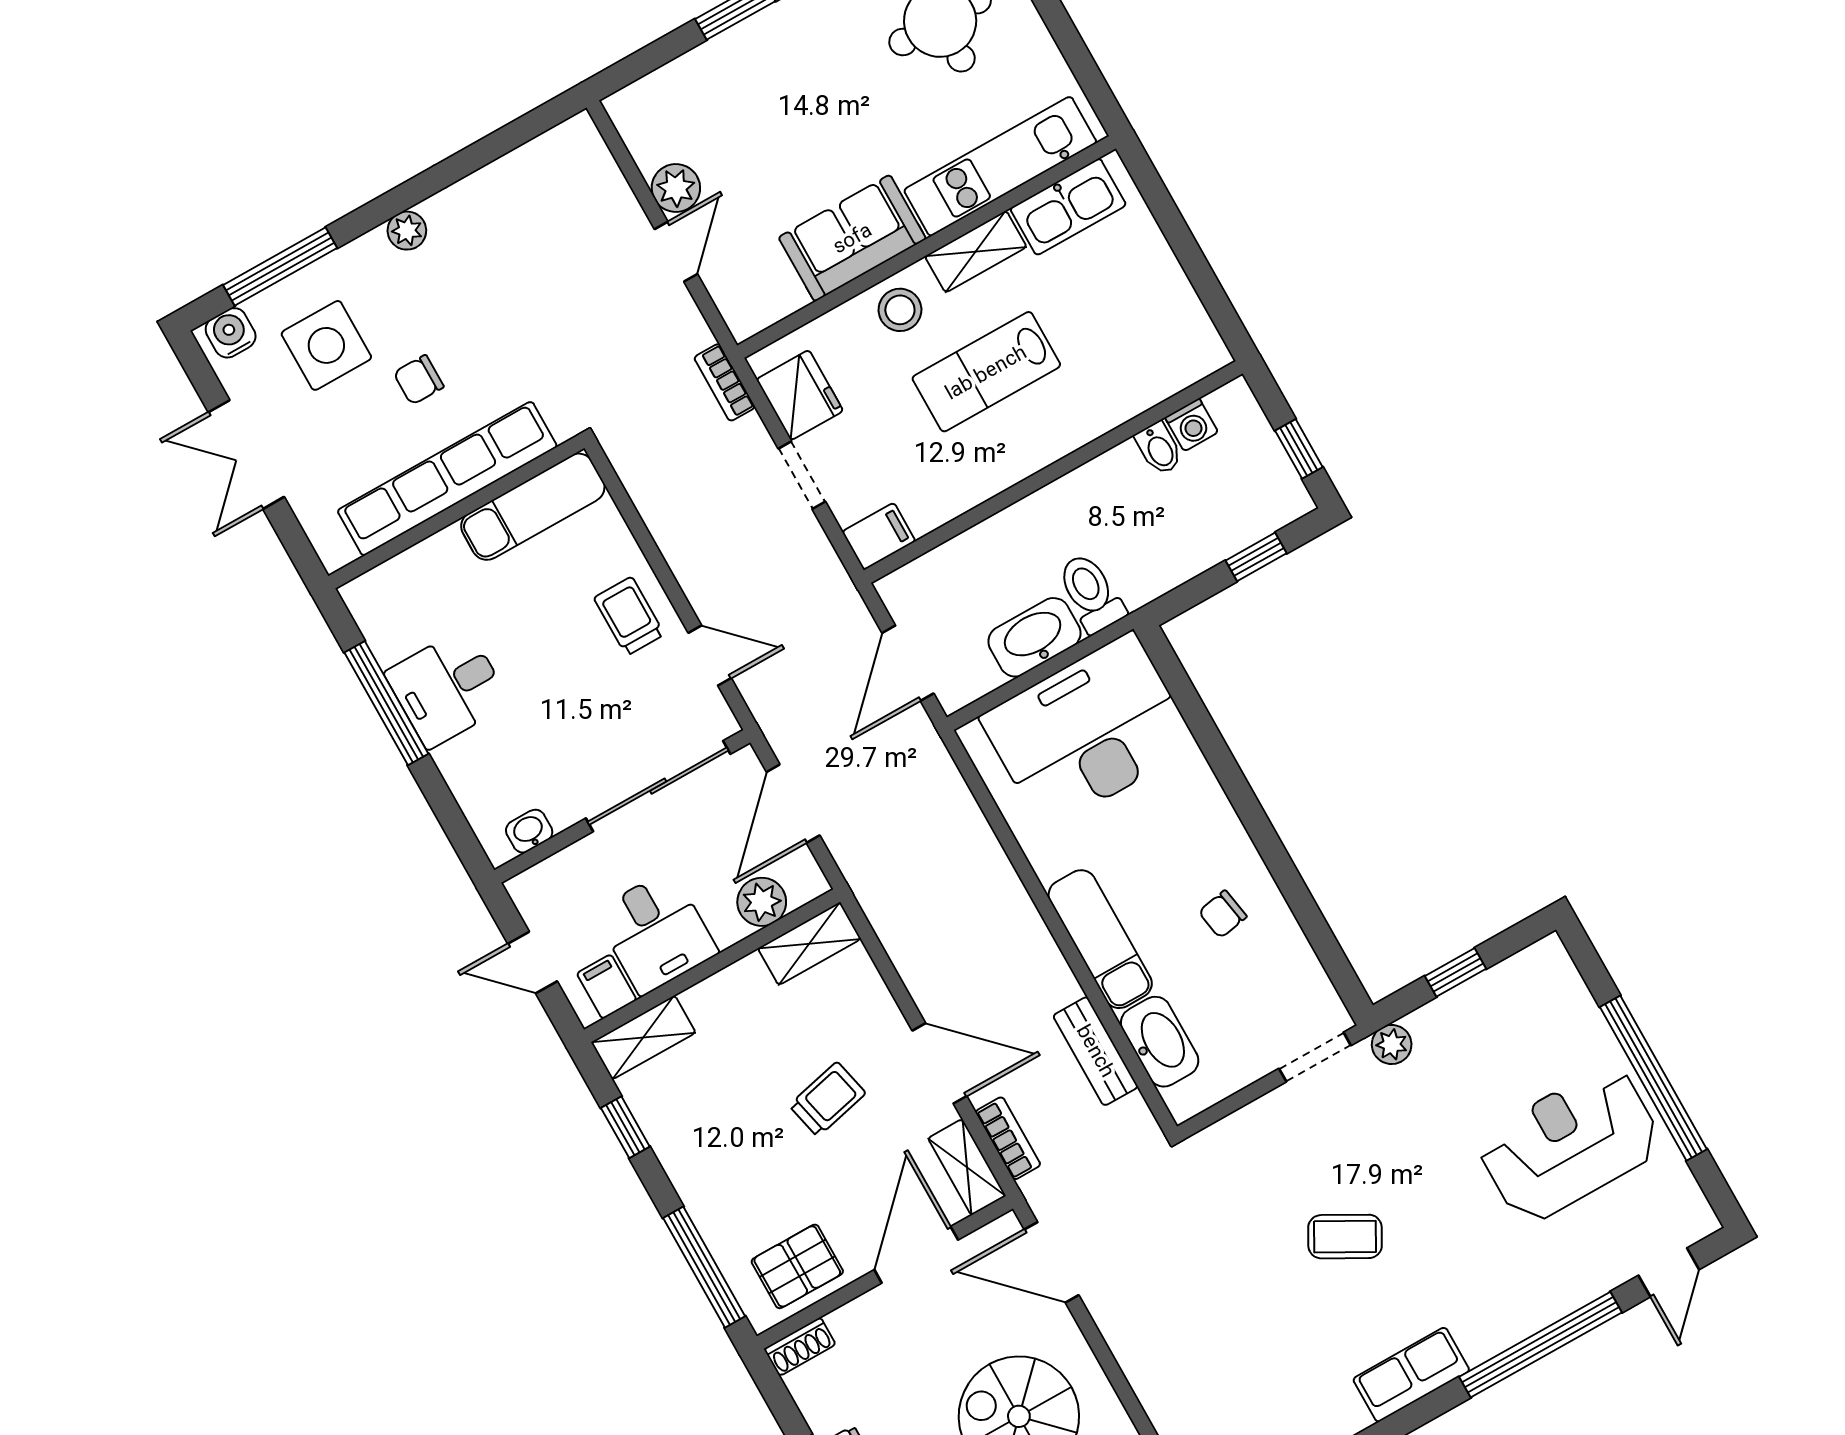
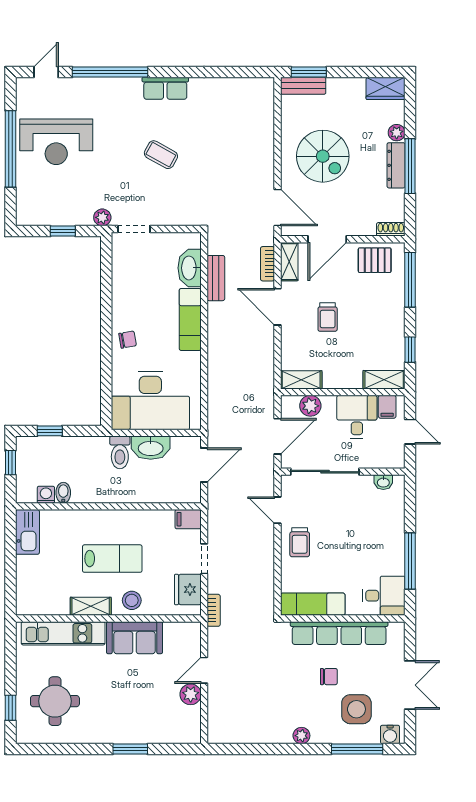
kitchen sink: (1068, 207) -> (27, 532), moved, turned 90
desk: (447, 688) -> (384, 596), moved
chair: (1223, 914) -> (128, 340), moved
trolley: (827, 1099) -> (328, 317), turned -77

